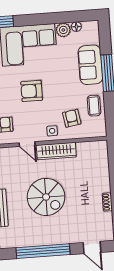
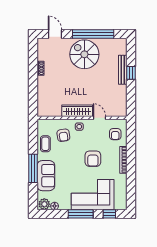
window: (42, 19) -> (81, 214), added
plant: (63, 30) -> (44, 204), moved
armchair: (32, 91) -> (93, 159), turned 90
spiral stairs: (46, 197) -> (84, 54), moved

